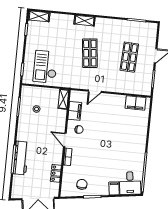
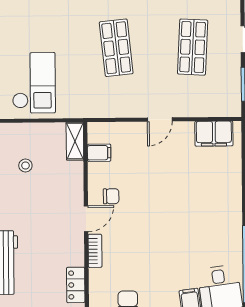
checkout: (45, 67) -> (34, 83), turned 180
door: (95, 91) -> (160, 120), moved
filing cabinet: (75, 111) -> (99, 153), width x0.50
door: (65, 140) -> (86, 219), swing flipped

